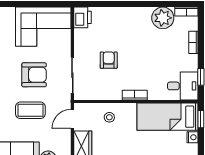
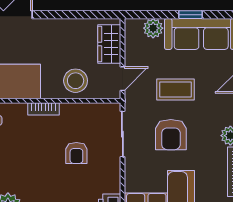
armchair: (34, 75) -> (171, 135), turned -90
stool: (109, 117) -> (76, 81), width x1.89, depth x1.89

